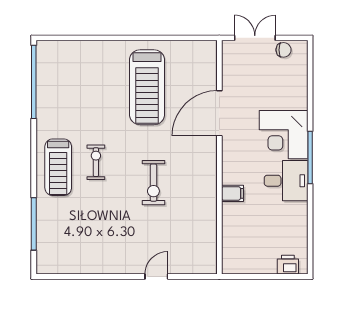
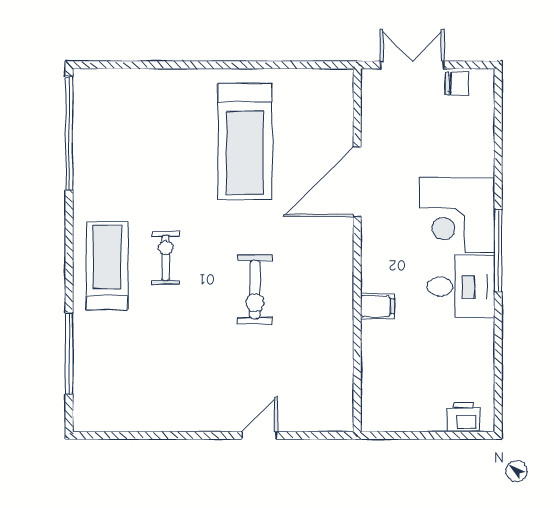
treadmill: (58, 167) -> (107, 266), turned 180

